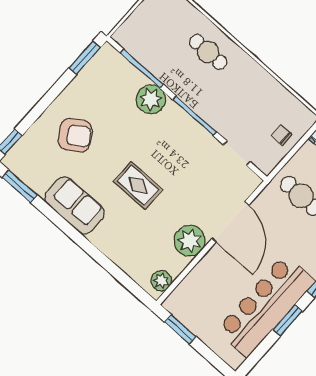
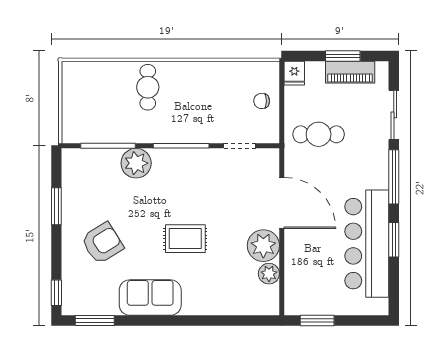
cafe table: (208, 52) -> (148, 87), turned 90
window: (85, 58) -> (56, 206), moved
plant: (161, 281) -> (269, 274), moved

